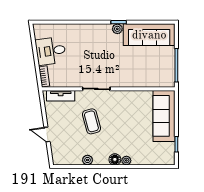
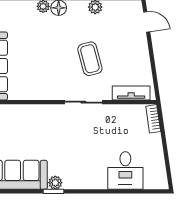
desk: (51, 51) -> (125, 171), moved, turned 98
door: (47, 134) -> (147, 22), moved

